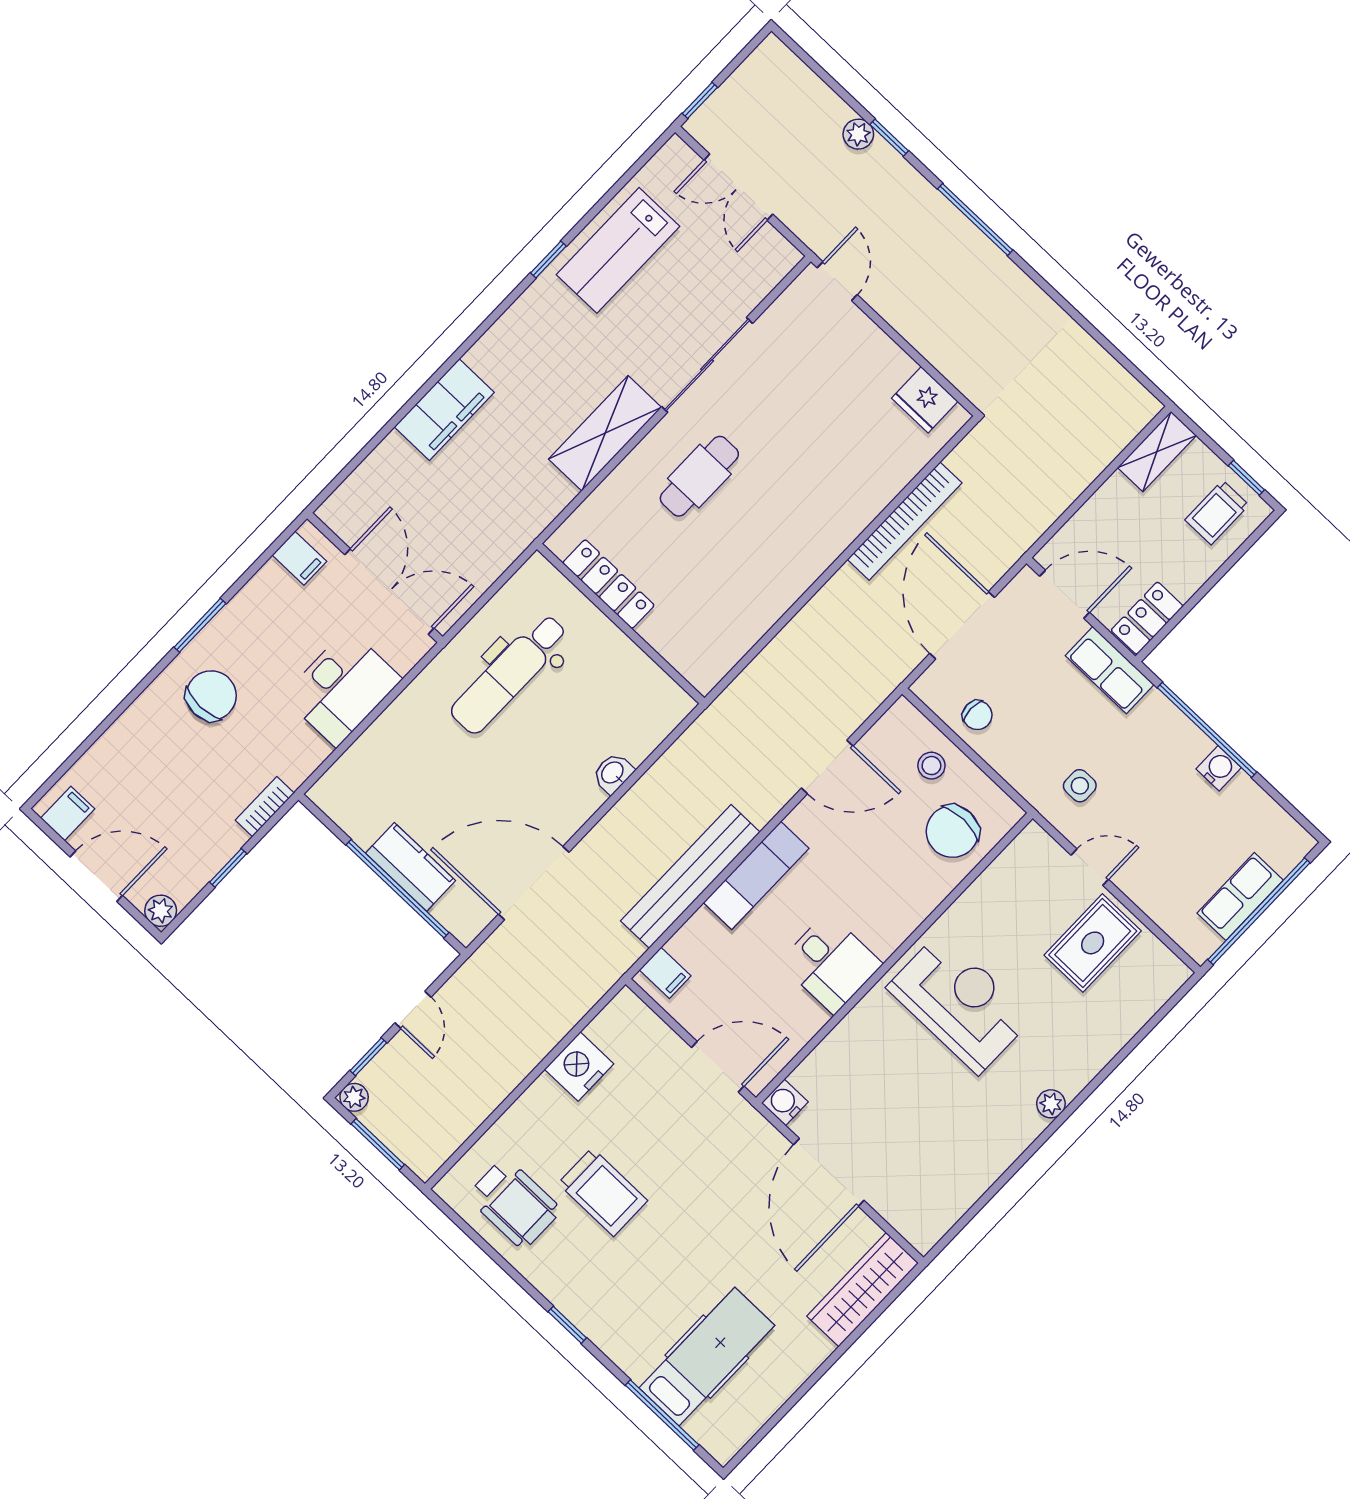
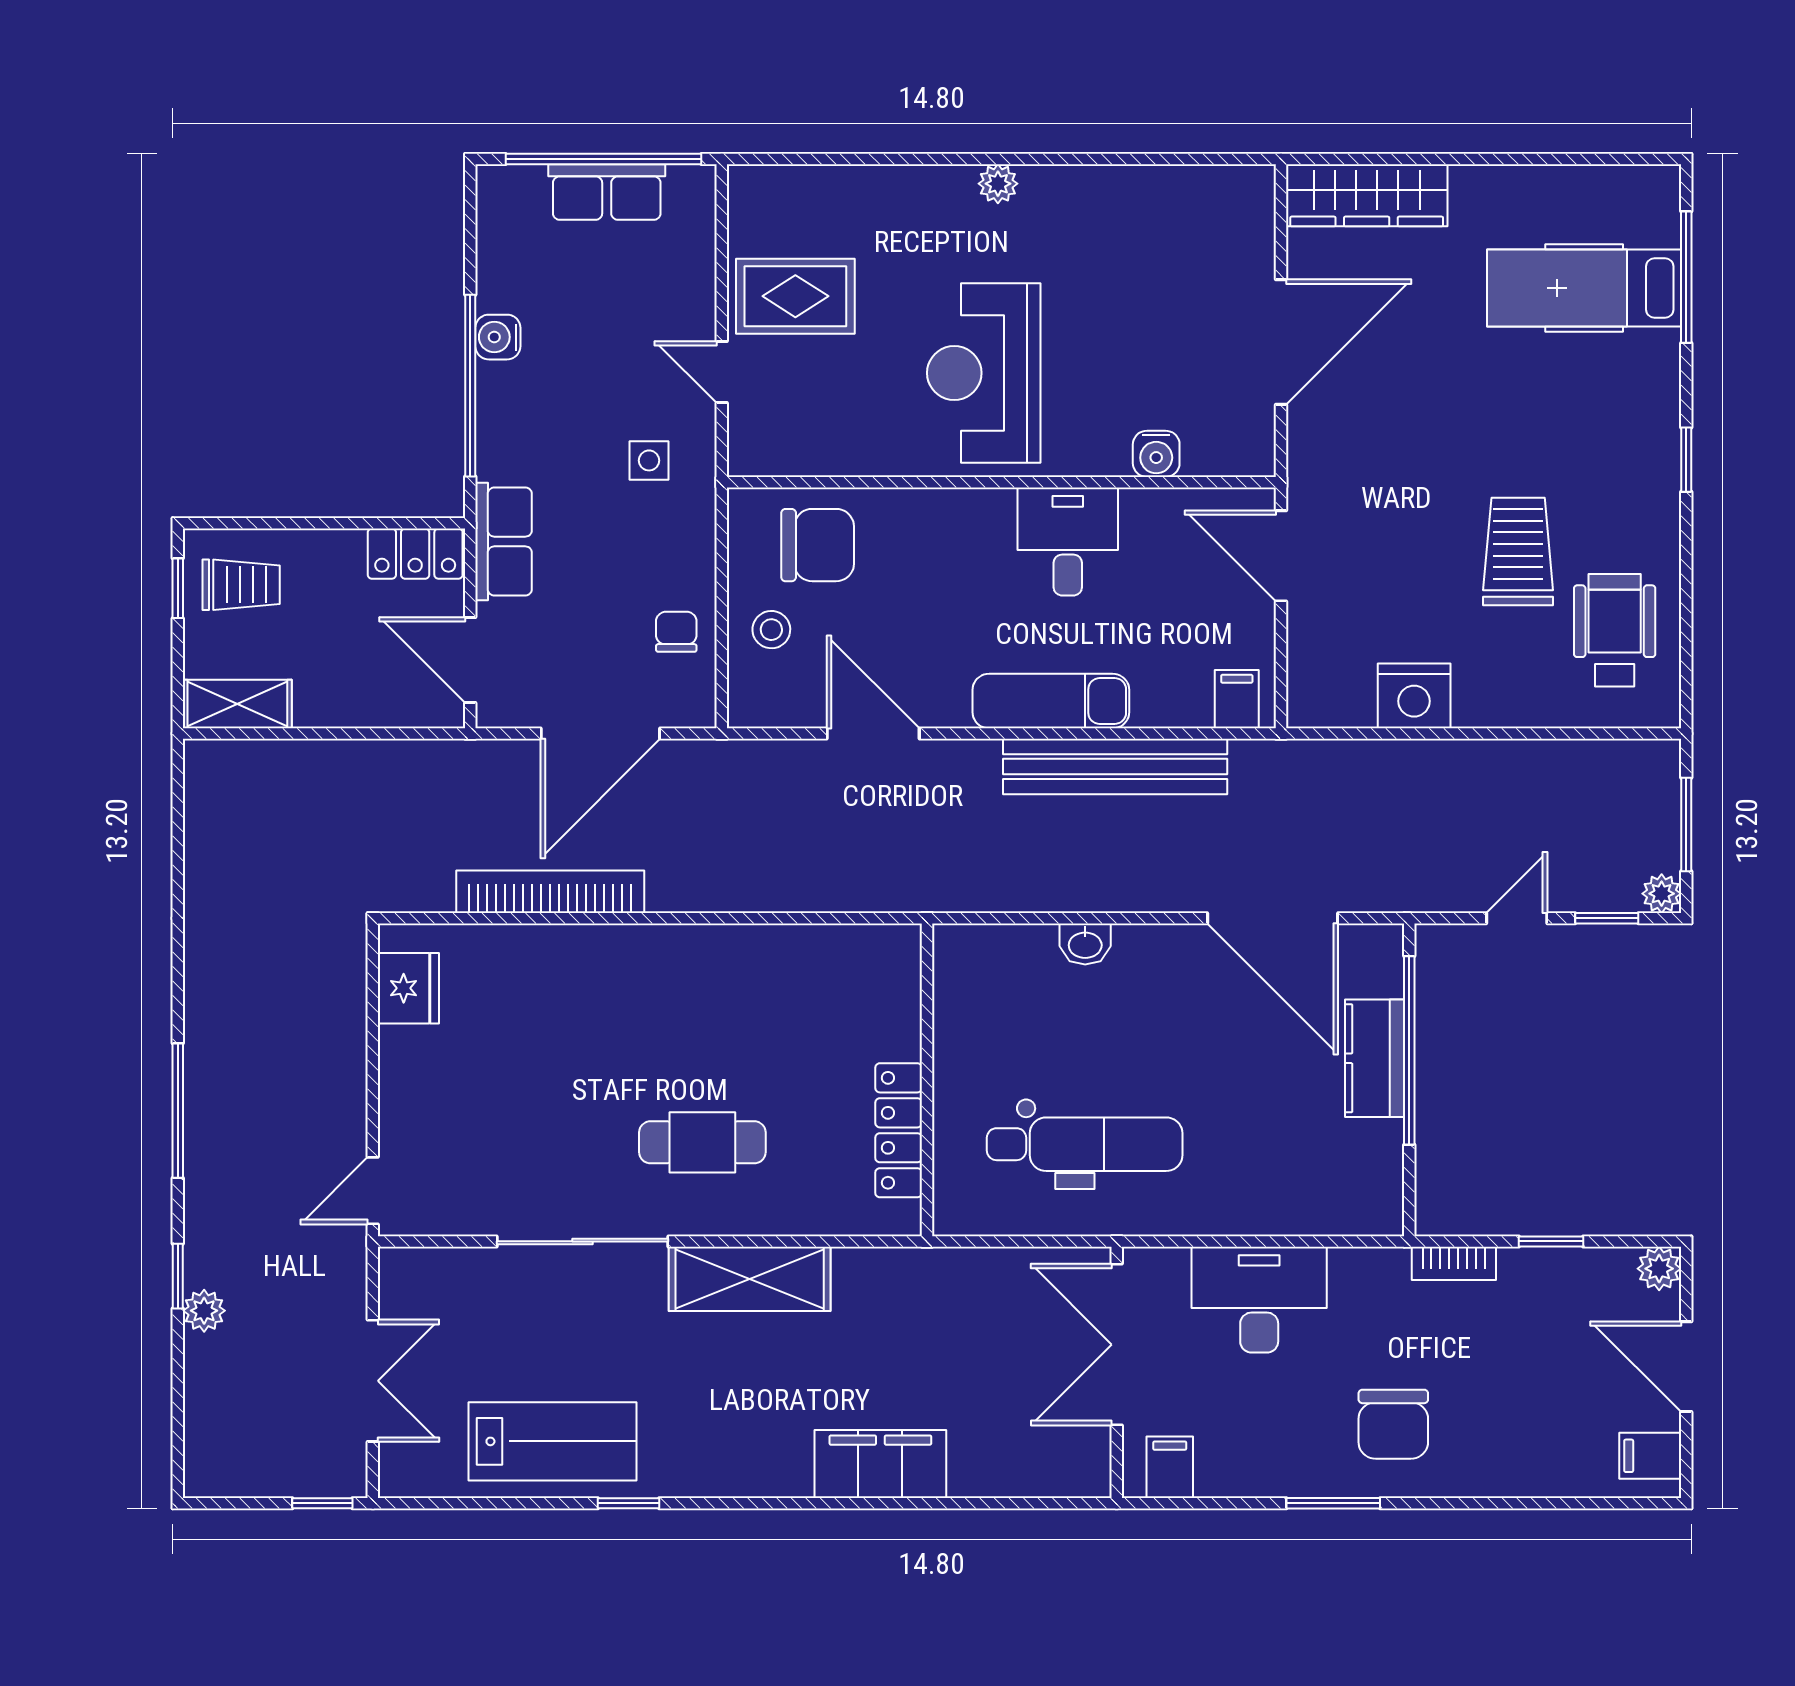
chair: (211, 696) -> (1393, 1424), turned -90
water cooler: (785, 1102) -> (1156, 454), moved

